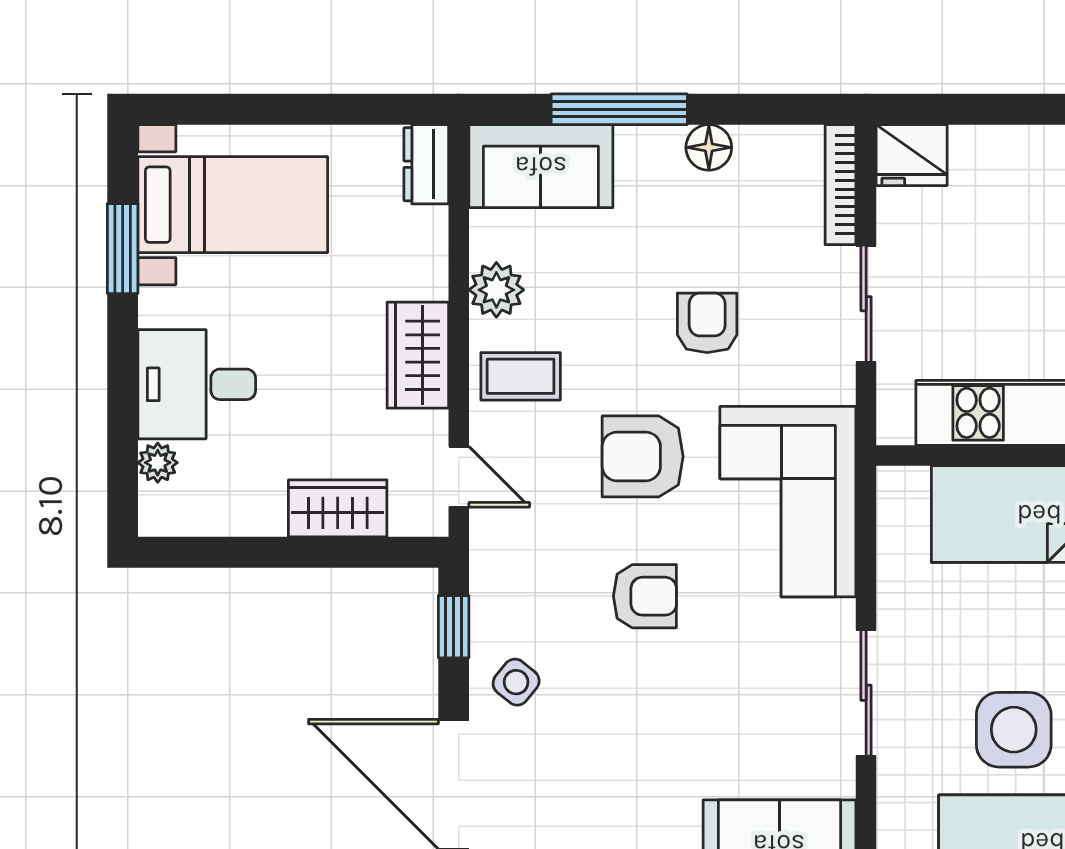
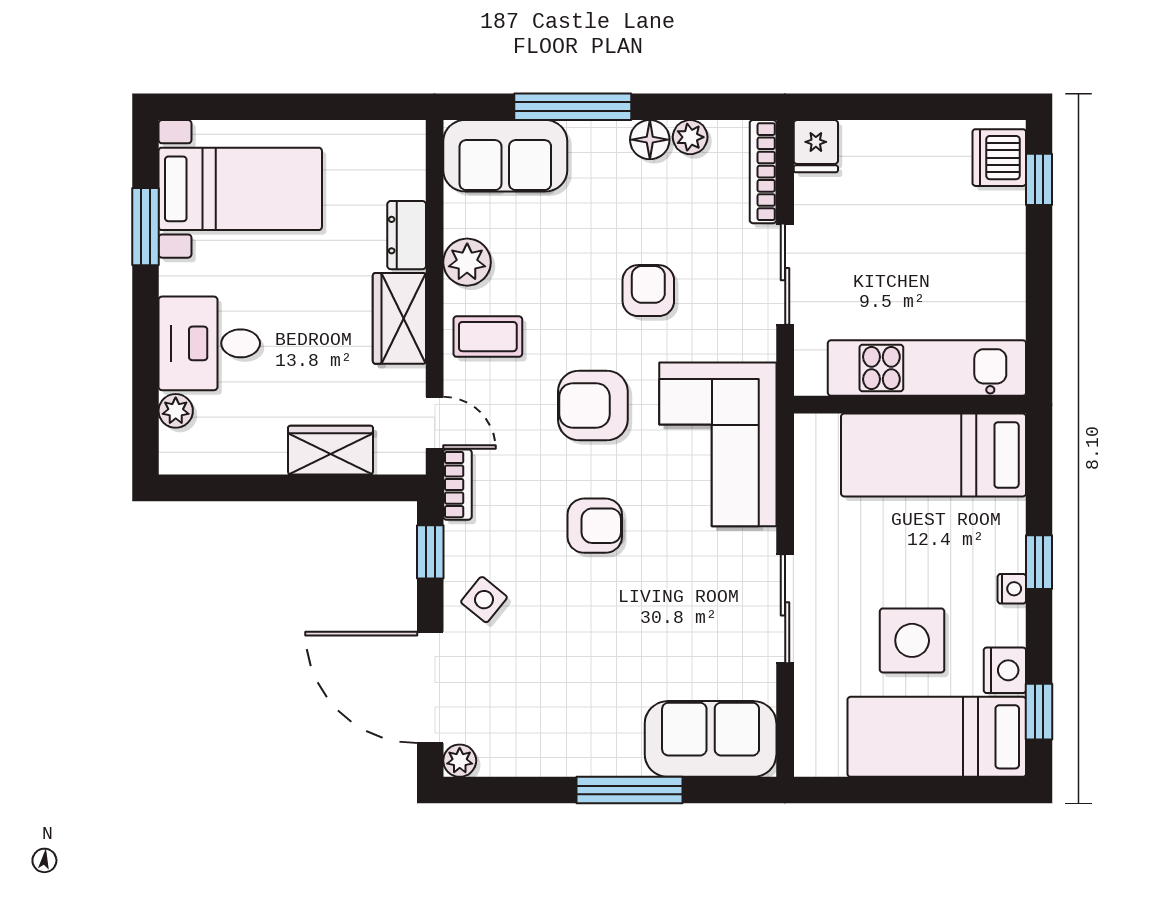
plant: (756, 145) -> (690, 137), added
fridge: (912, 155) -> (816, 146), width x0.72
dresser: (426, 164) -> (407, 235), moved
bookcase: (485, 548) -> (457, 485), added

